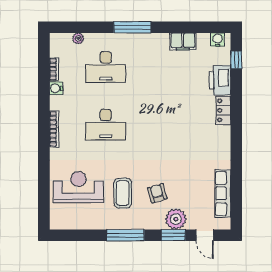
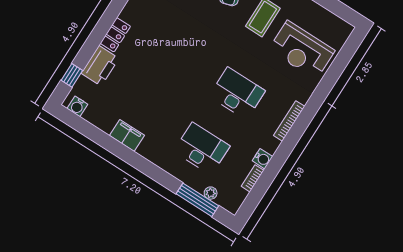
window: (132, 27) -> (197, 200), moved
filing cabinet: (183, 41) -> (127, 135), moved

